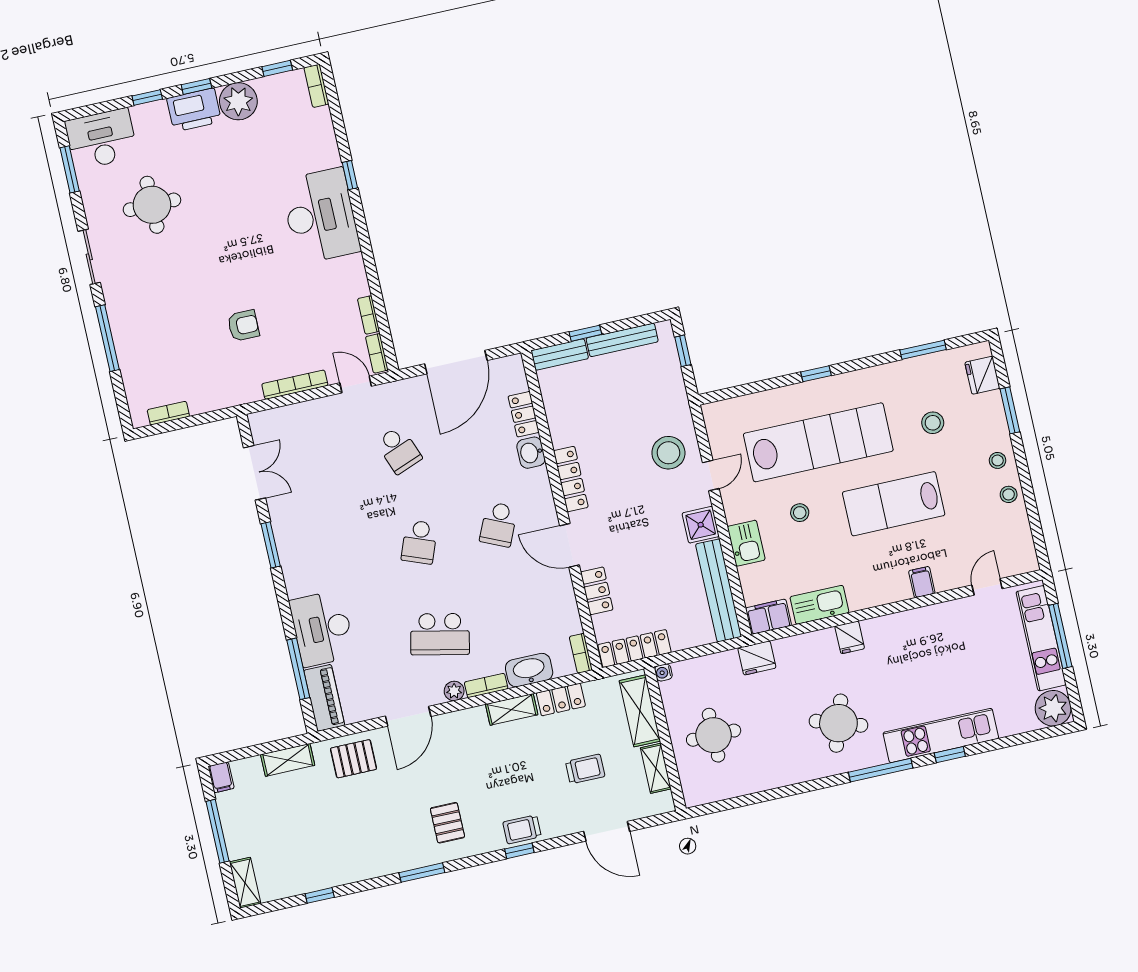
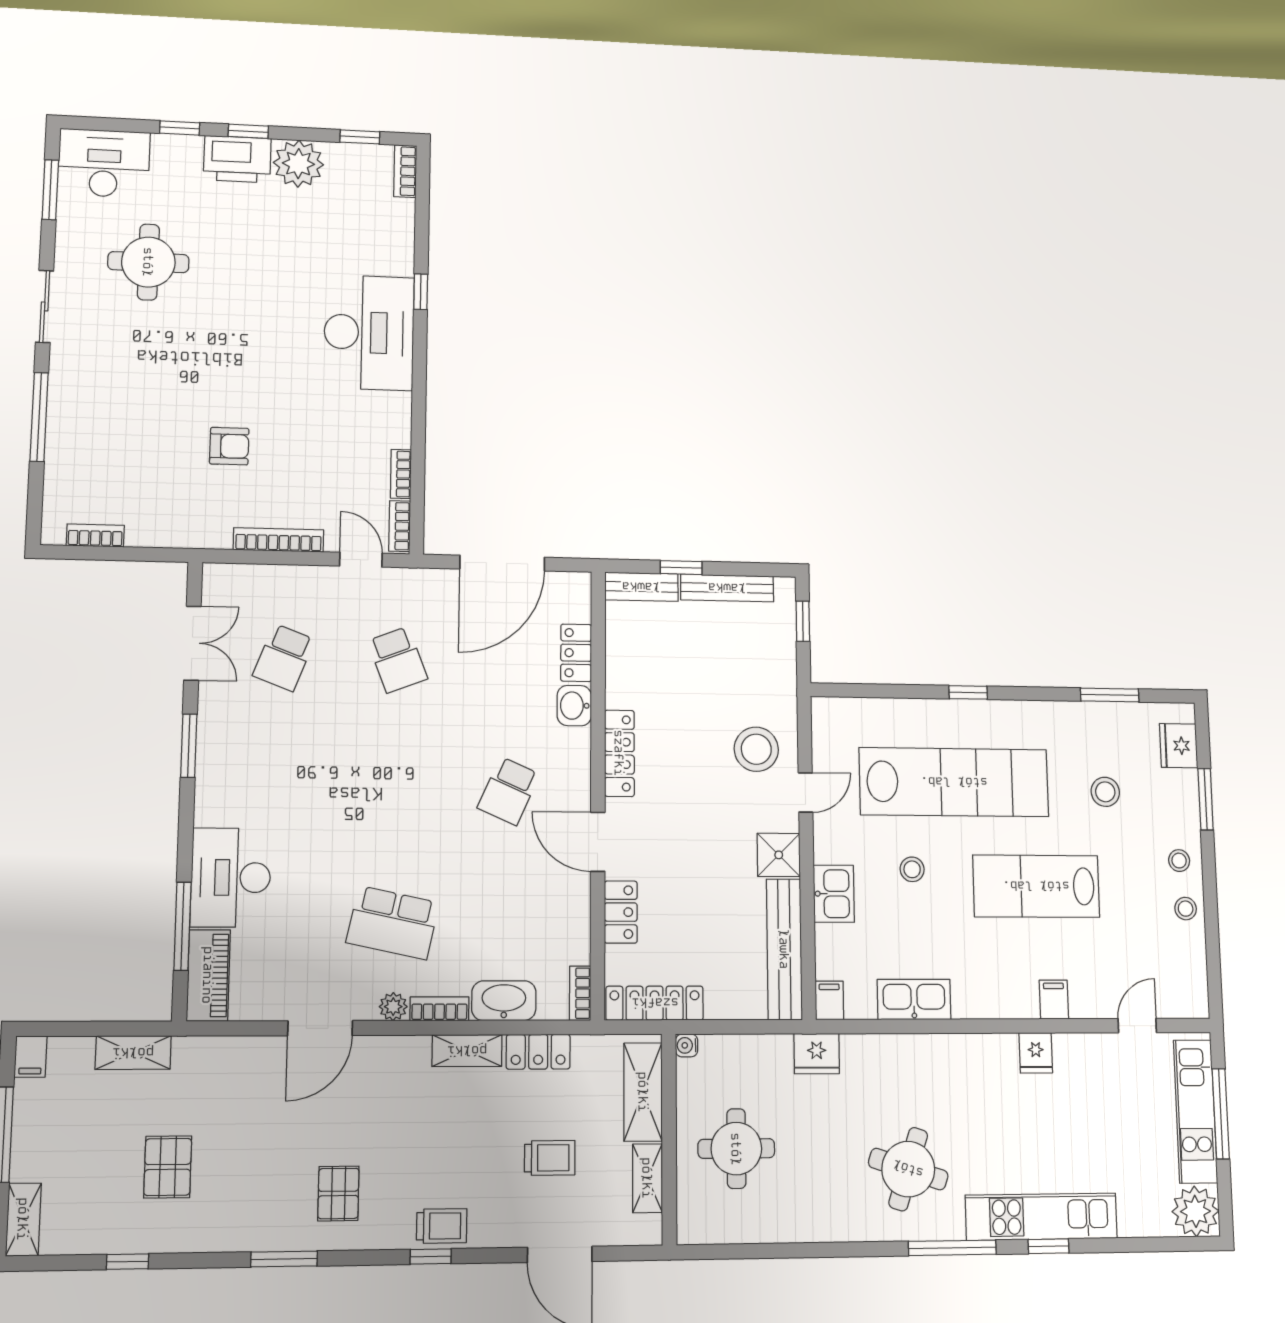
school desk: (419, 542) -> (284, 658), moved
filing cabinet: (768, 617) -> (829, 1000), width x0.50
fridge: (850, 637) -> (1036, 1053), moved
pallet: (353, 759) -> (168, 1167), moved, turned 90
trolley: (522, 829) -> (442, 1226), turned 180

